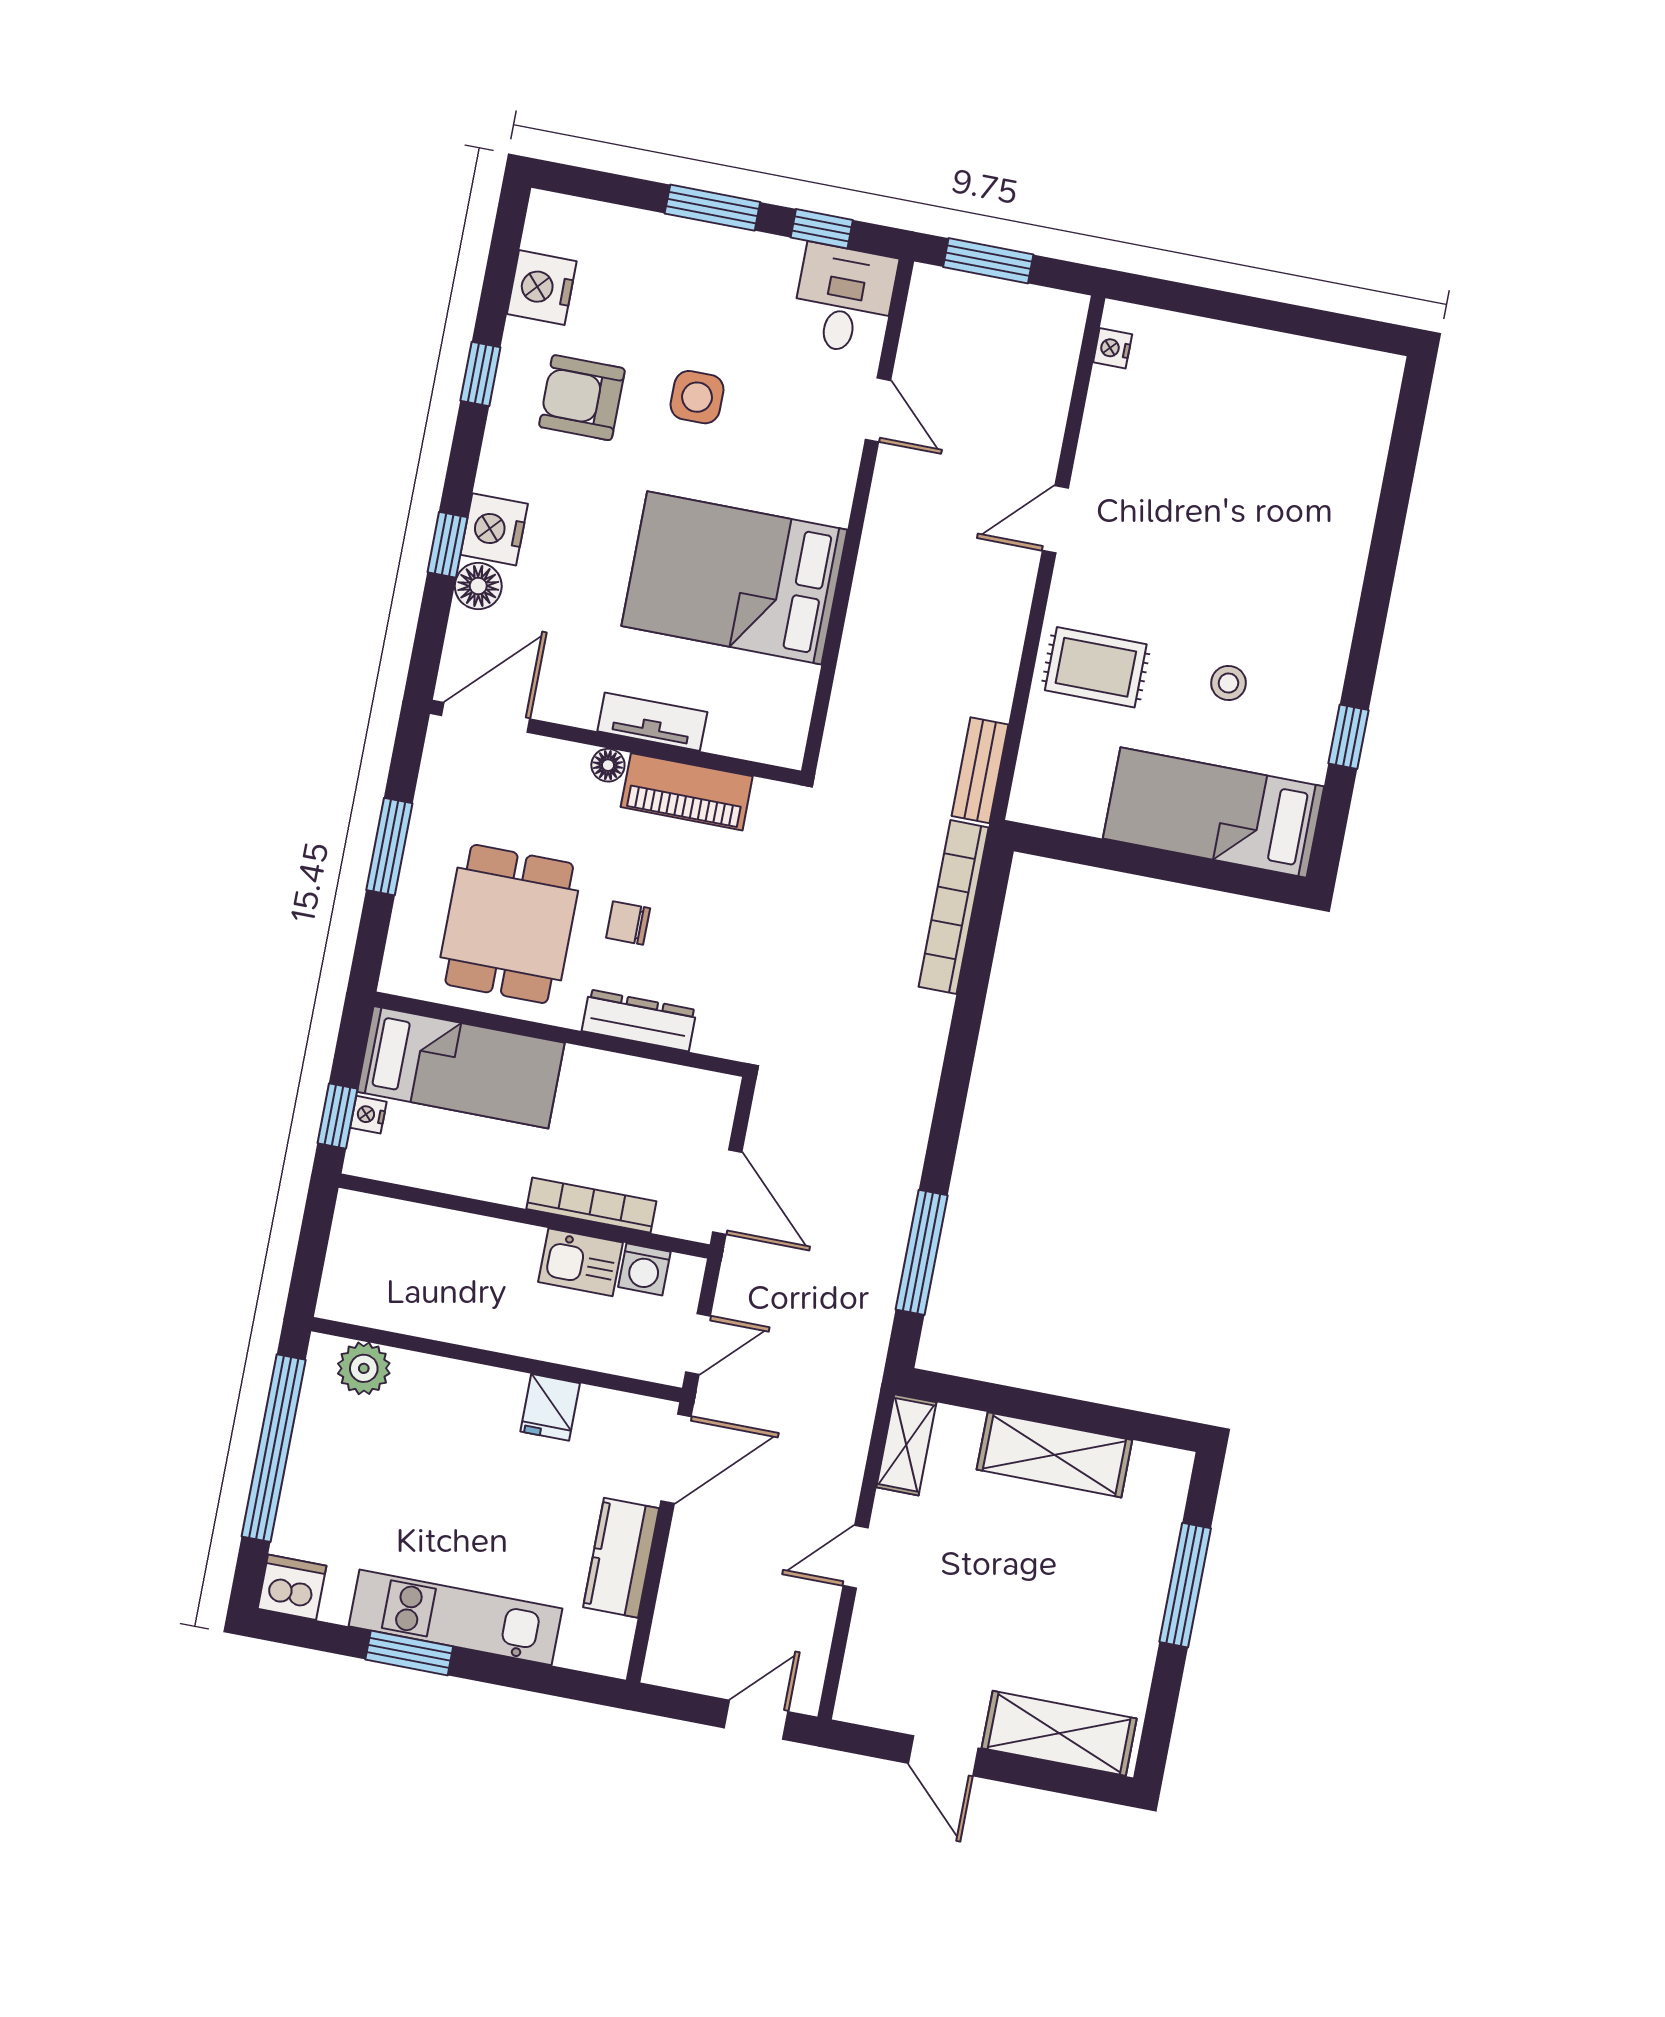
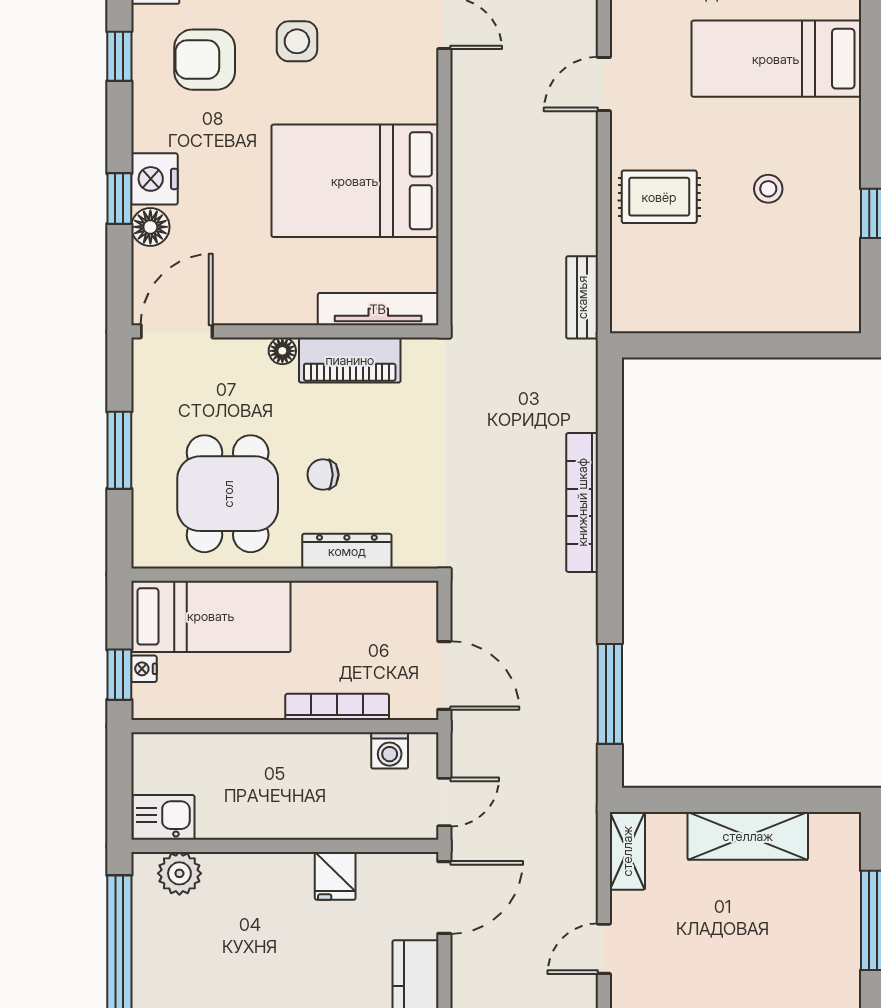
tv unit: (652, 722) -> (378, 309), moved, width x1.41
bed: (1214, 813) -> (776, 59), moved
bookcase: (954, 907) -> (582, 502), moved
kitchen sink: (580, 1262) -> (164, 817), moved, turned 180

